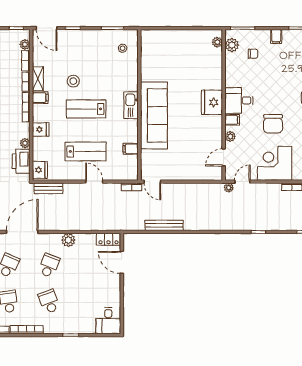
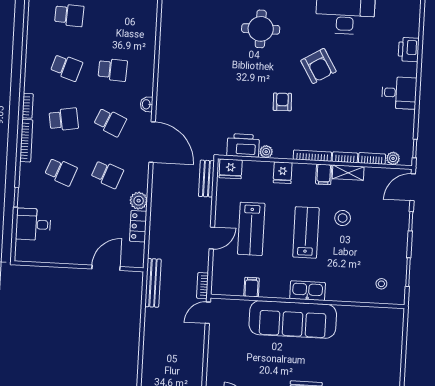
bench: (164, 225) -> (153, 283), moved
locker: (108, 239) -> (138, 226), moved
school desk: (49, 301) -> (61, 172), turned 42
desk: (108, 321) -> (33, 224), moved

